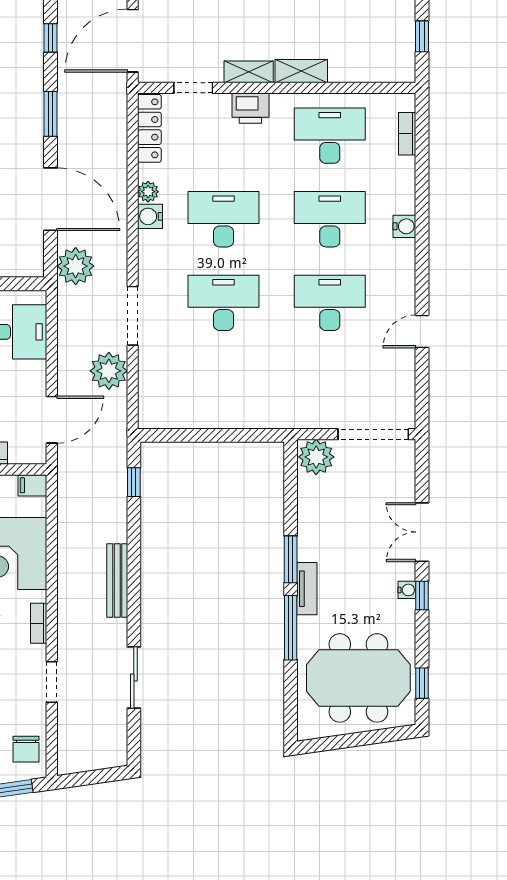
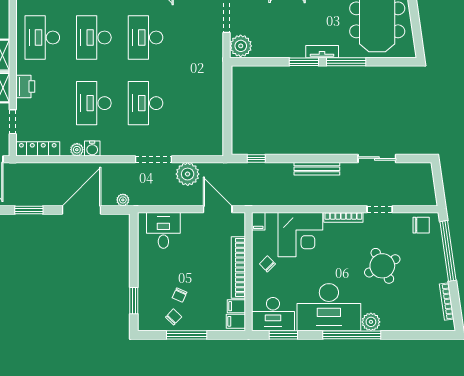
plant: (76, 266) -> (123, 200), width x0.53, depth x0.53
bookcase: (39, 623) -> (343, 217), width x1.56

